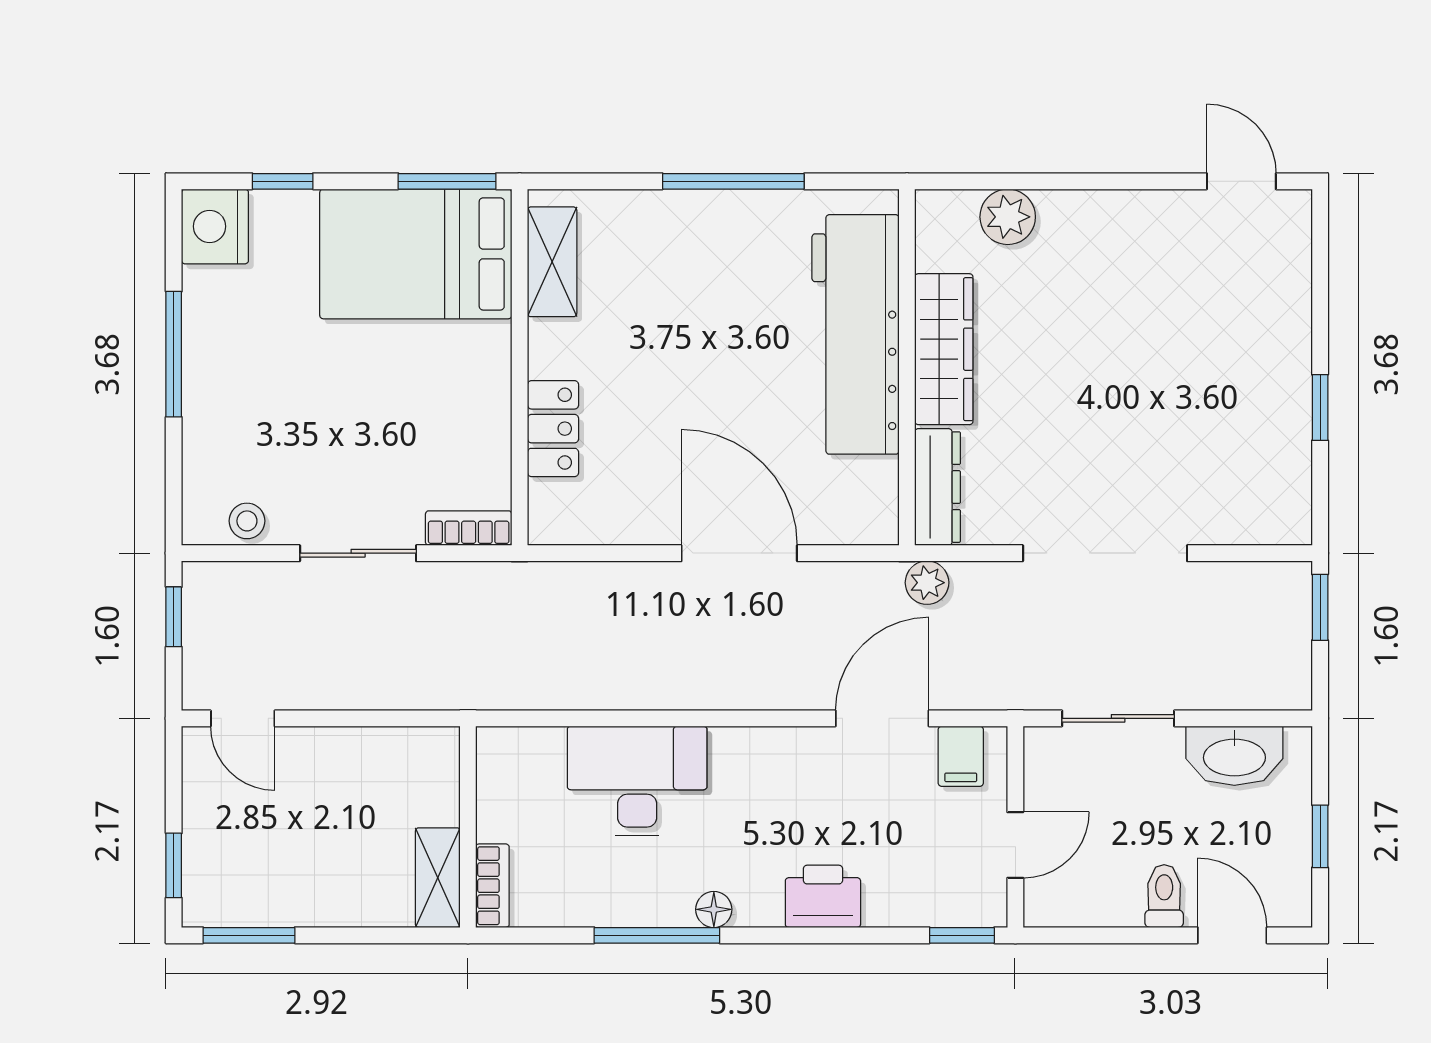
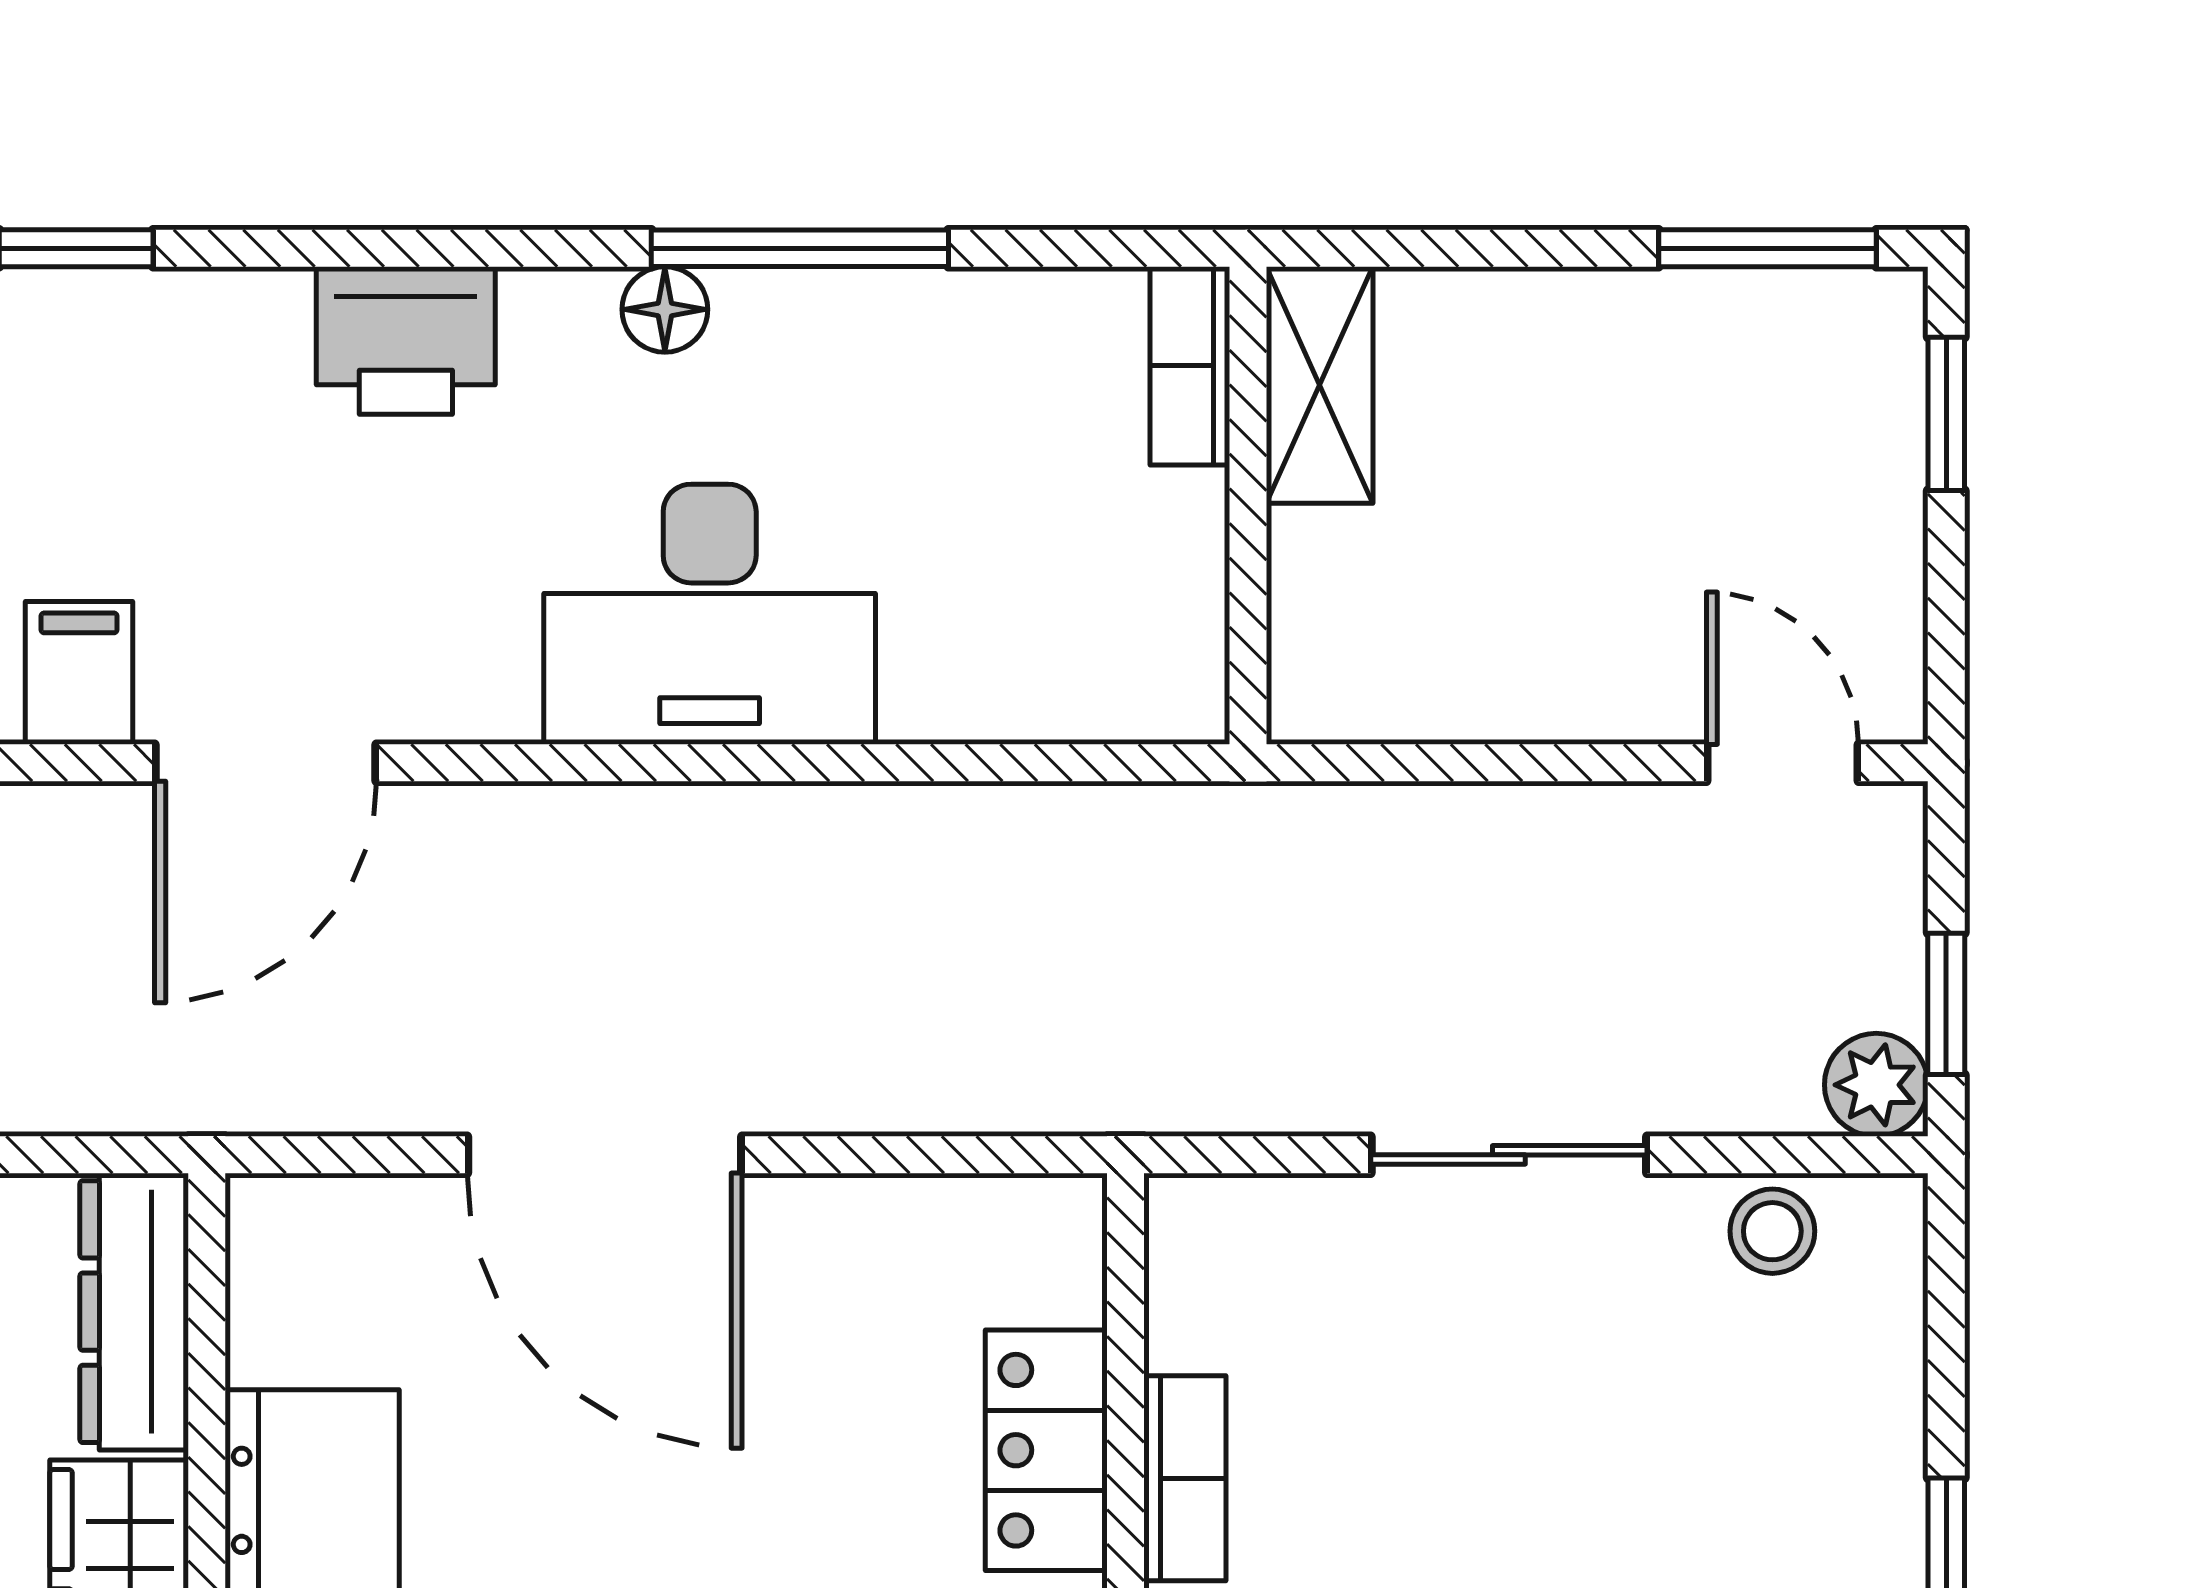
bookcase: (469, 528) -> (1185, 1478), moved, turned -90
plant: (927, 583) -> (1876, 1085), moved
desk: (637, 781) -> (710, 614), moved

